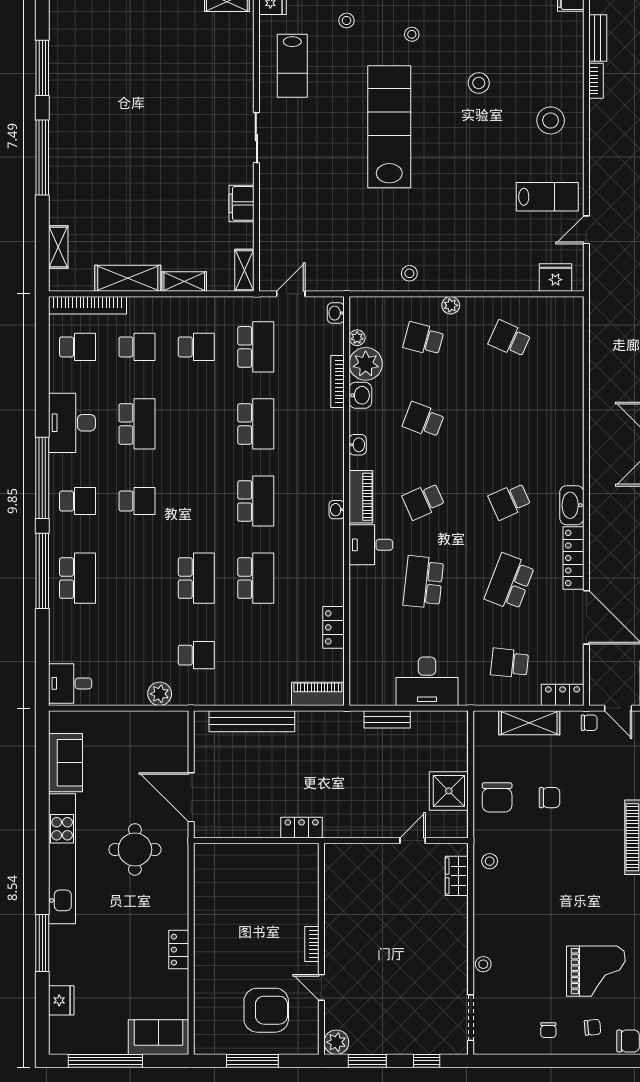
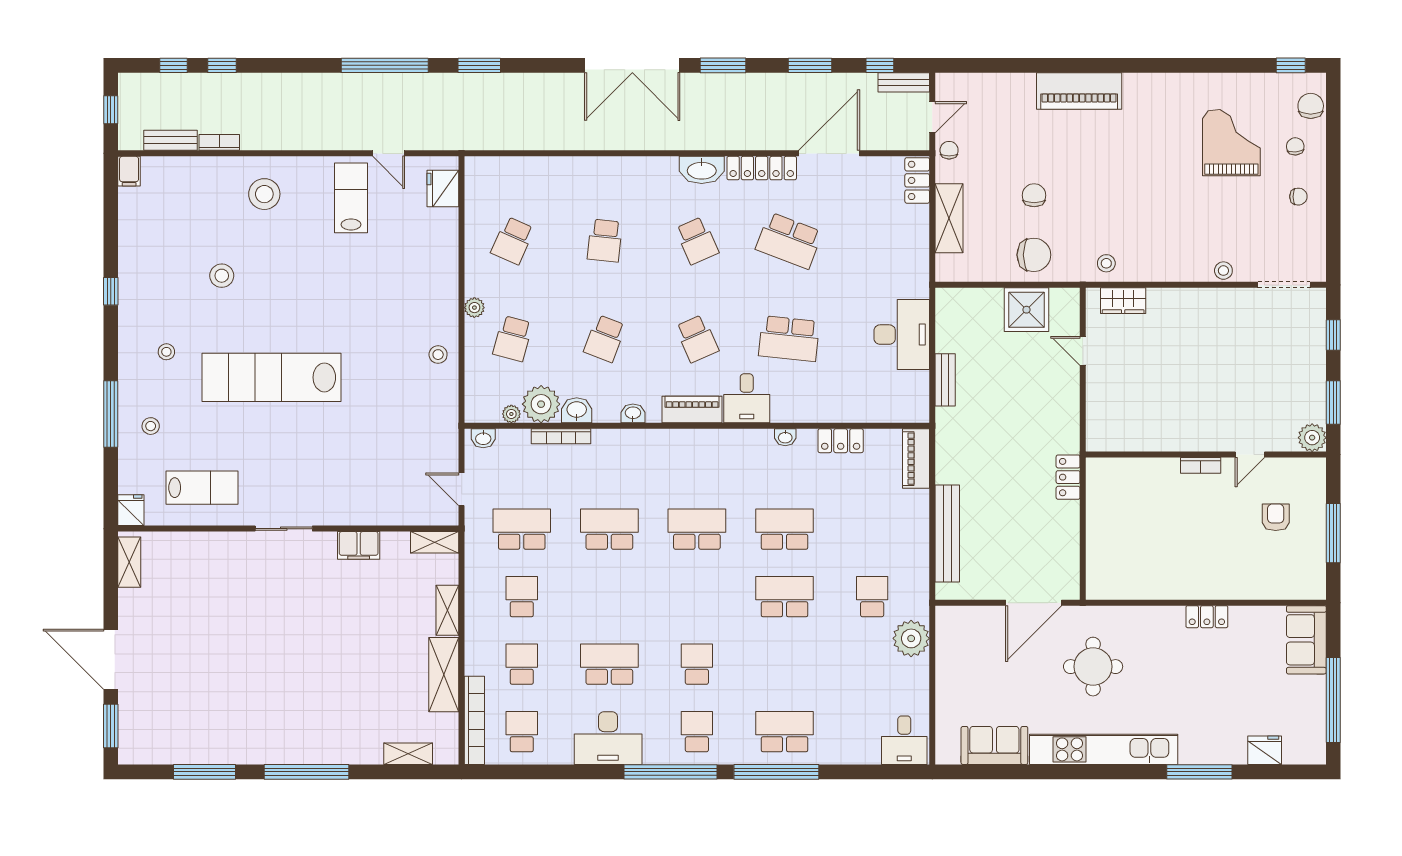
washbasin: (337, 510) -> (785, 437), moved
school desk: (510, 663) -> (605, 241), moved
plant: (160, 694) -> (911, 638), width x1.36, depth x1.36
armchair: (266, 1010) -> (1276, 517), width x0.53, depth x0.53

